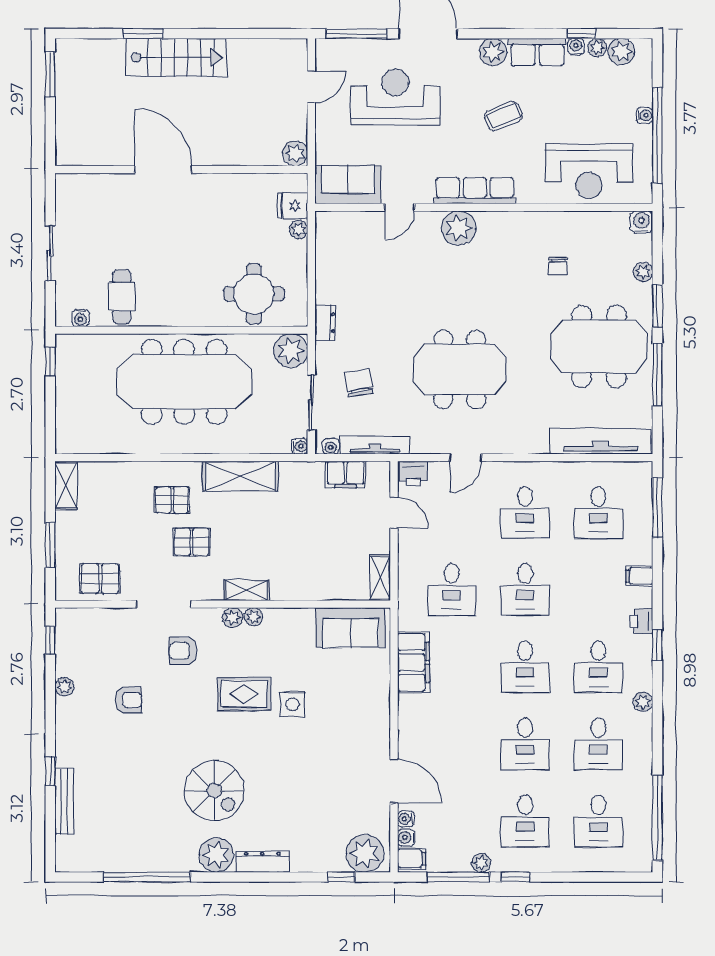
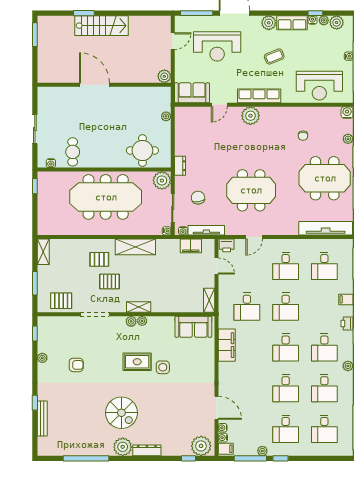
reception desk: (395, 97) -> (217, 46), turned 180
fridge: (293, 206) -> (163, 104), removed
armchair: (183, 651) -> (105, 339), removed

